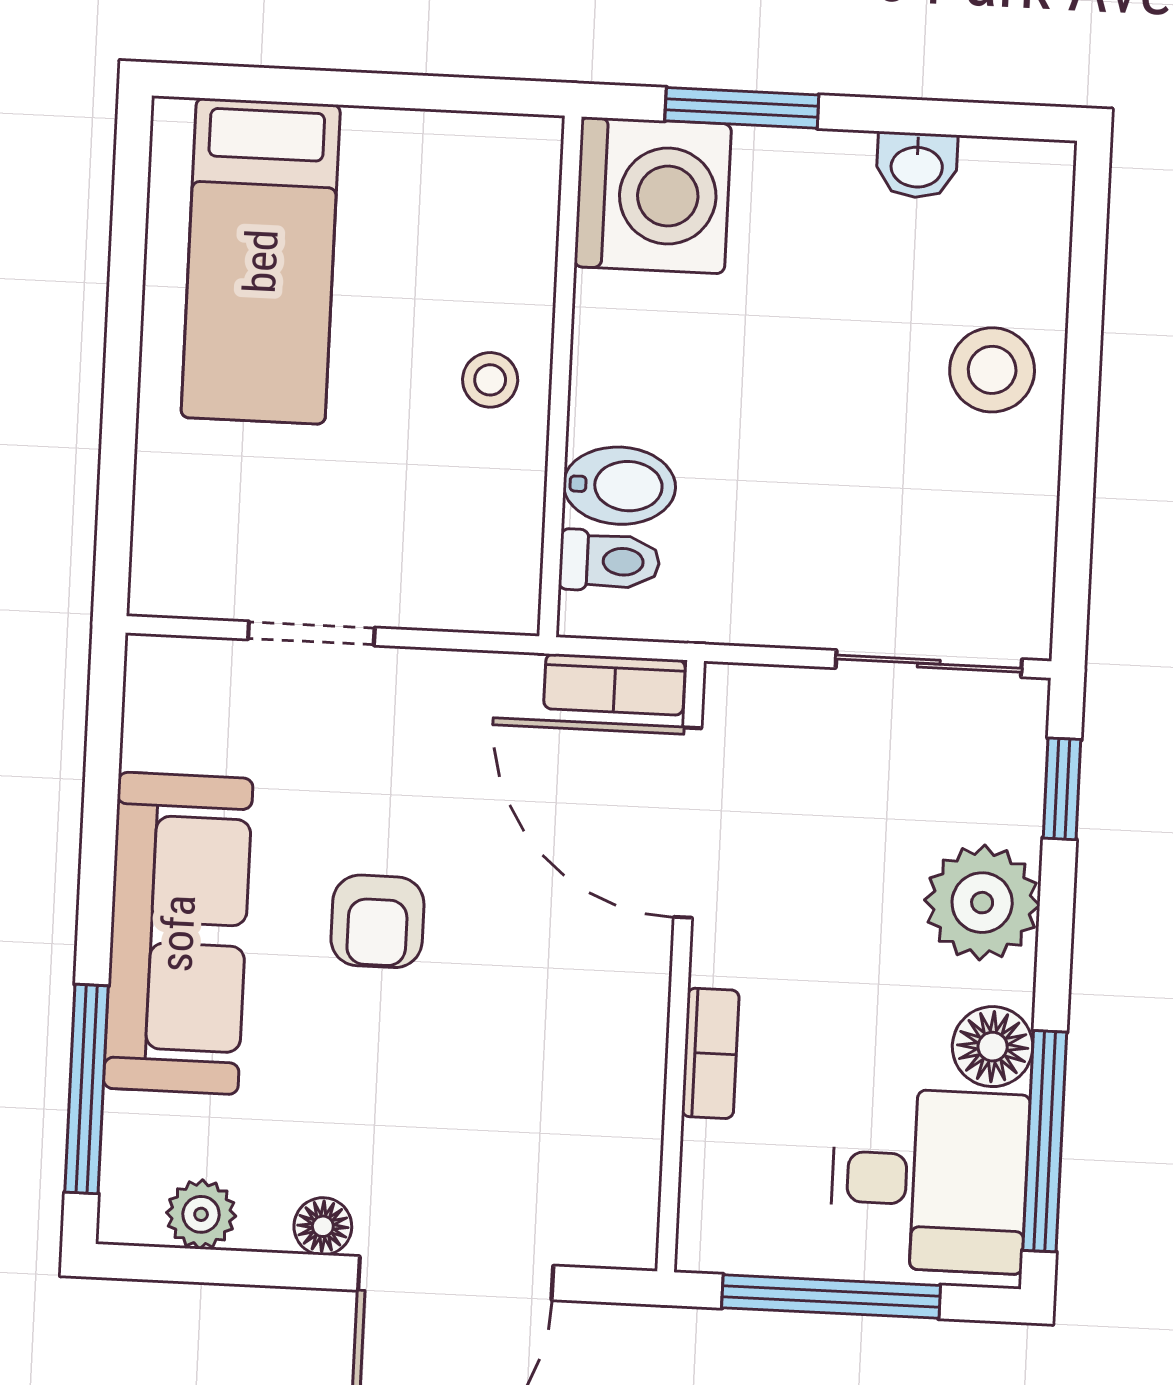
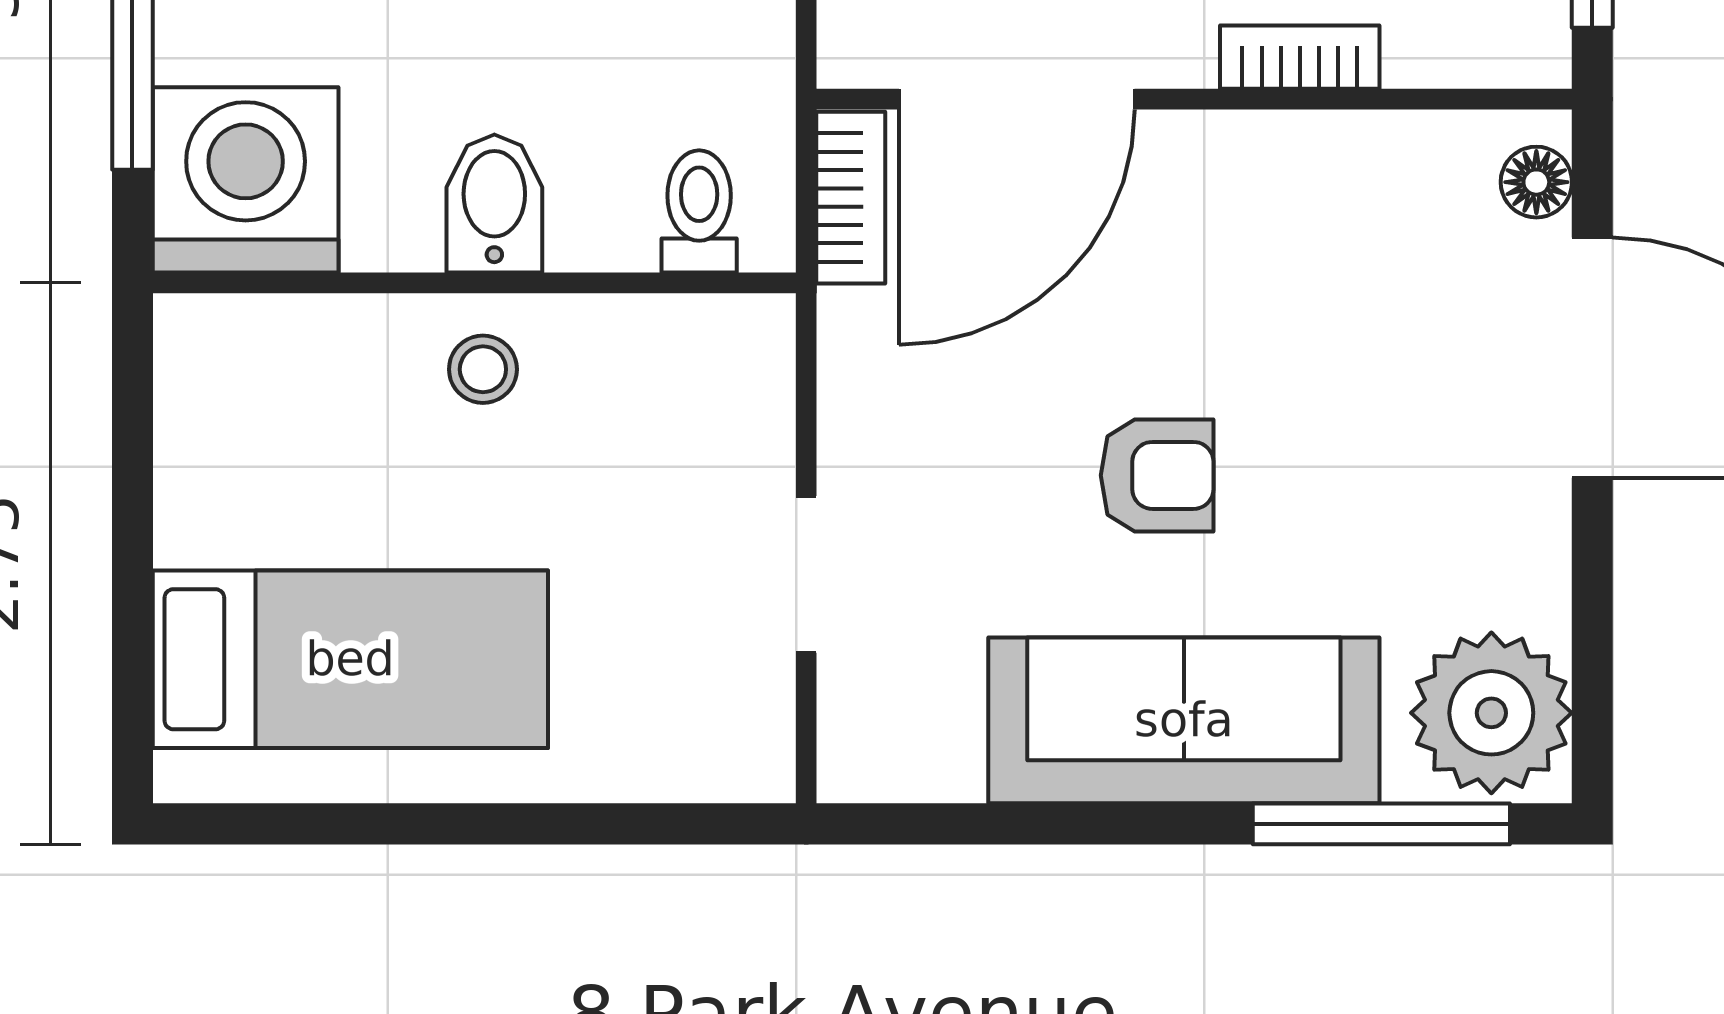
bidet: (619, 486) -> (494, 203), moved
plant: (201, 1214) -> (1491, 713), width x1.88, depth x1.88
floor lamp: (323, 1226) -> (1536, 182), moved

